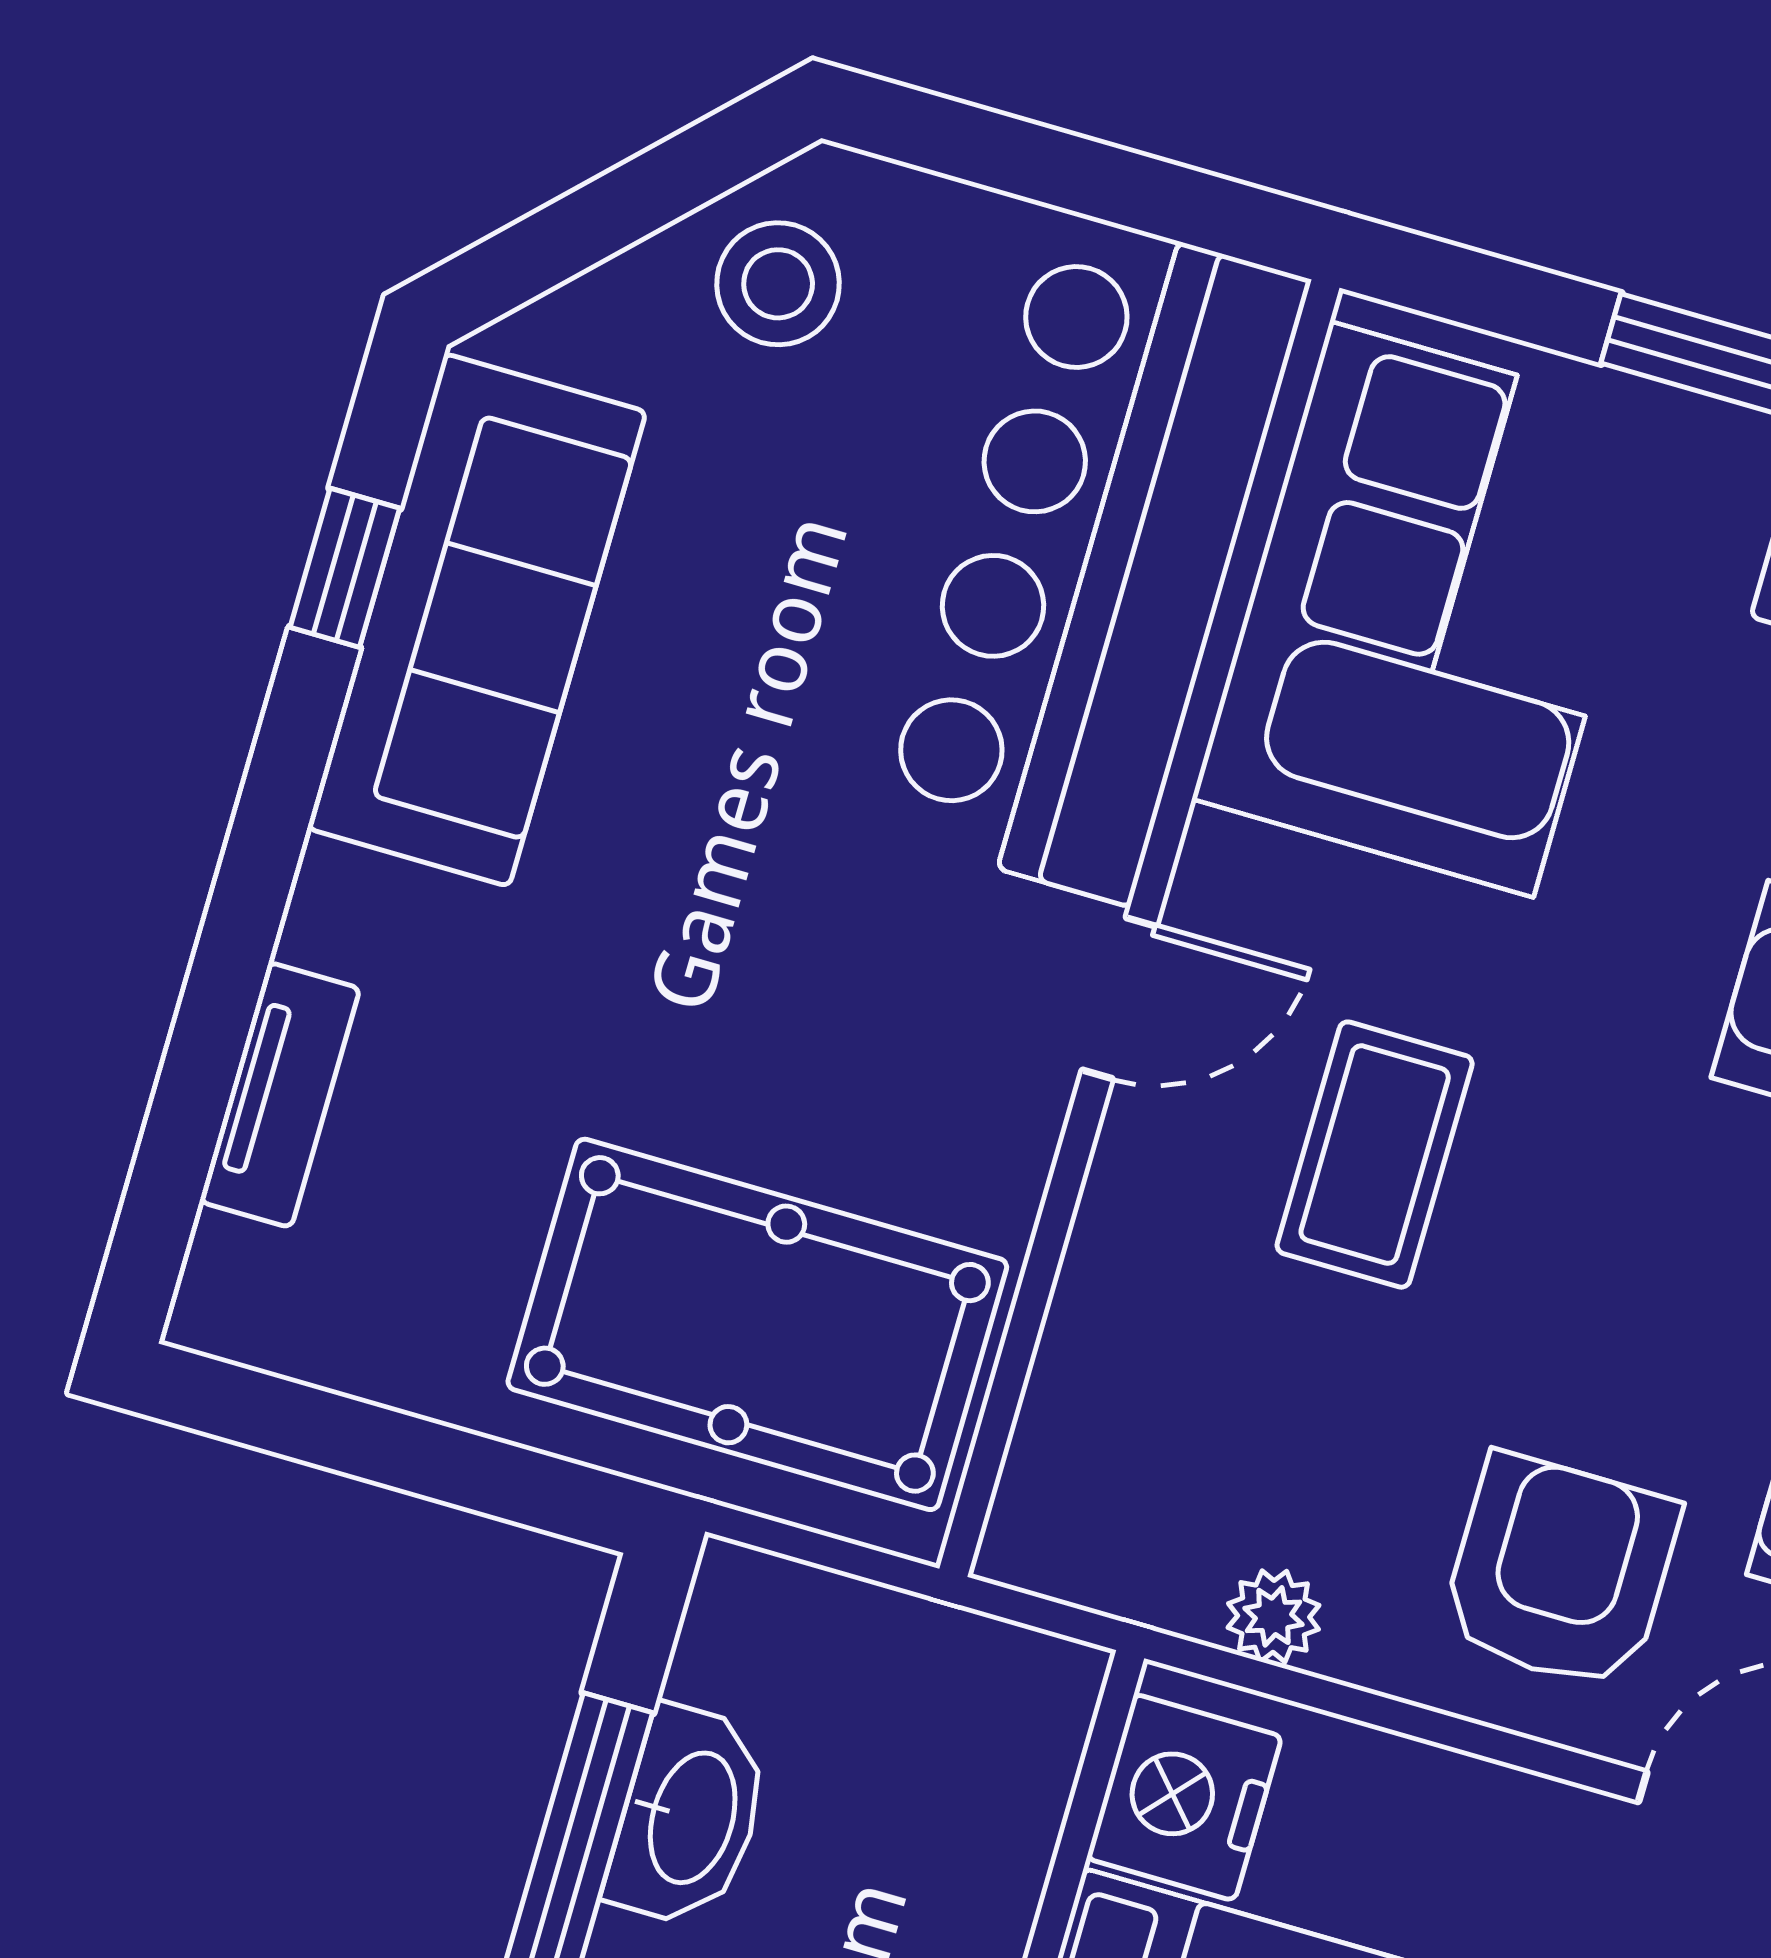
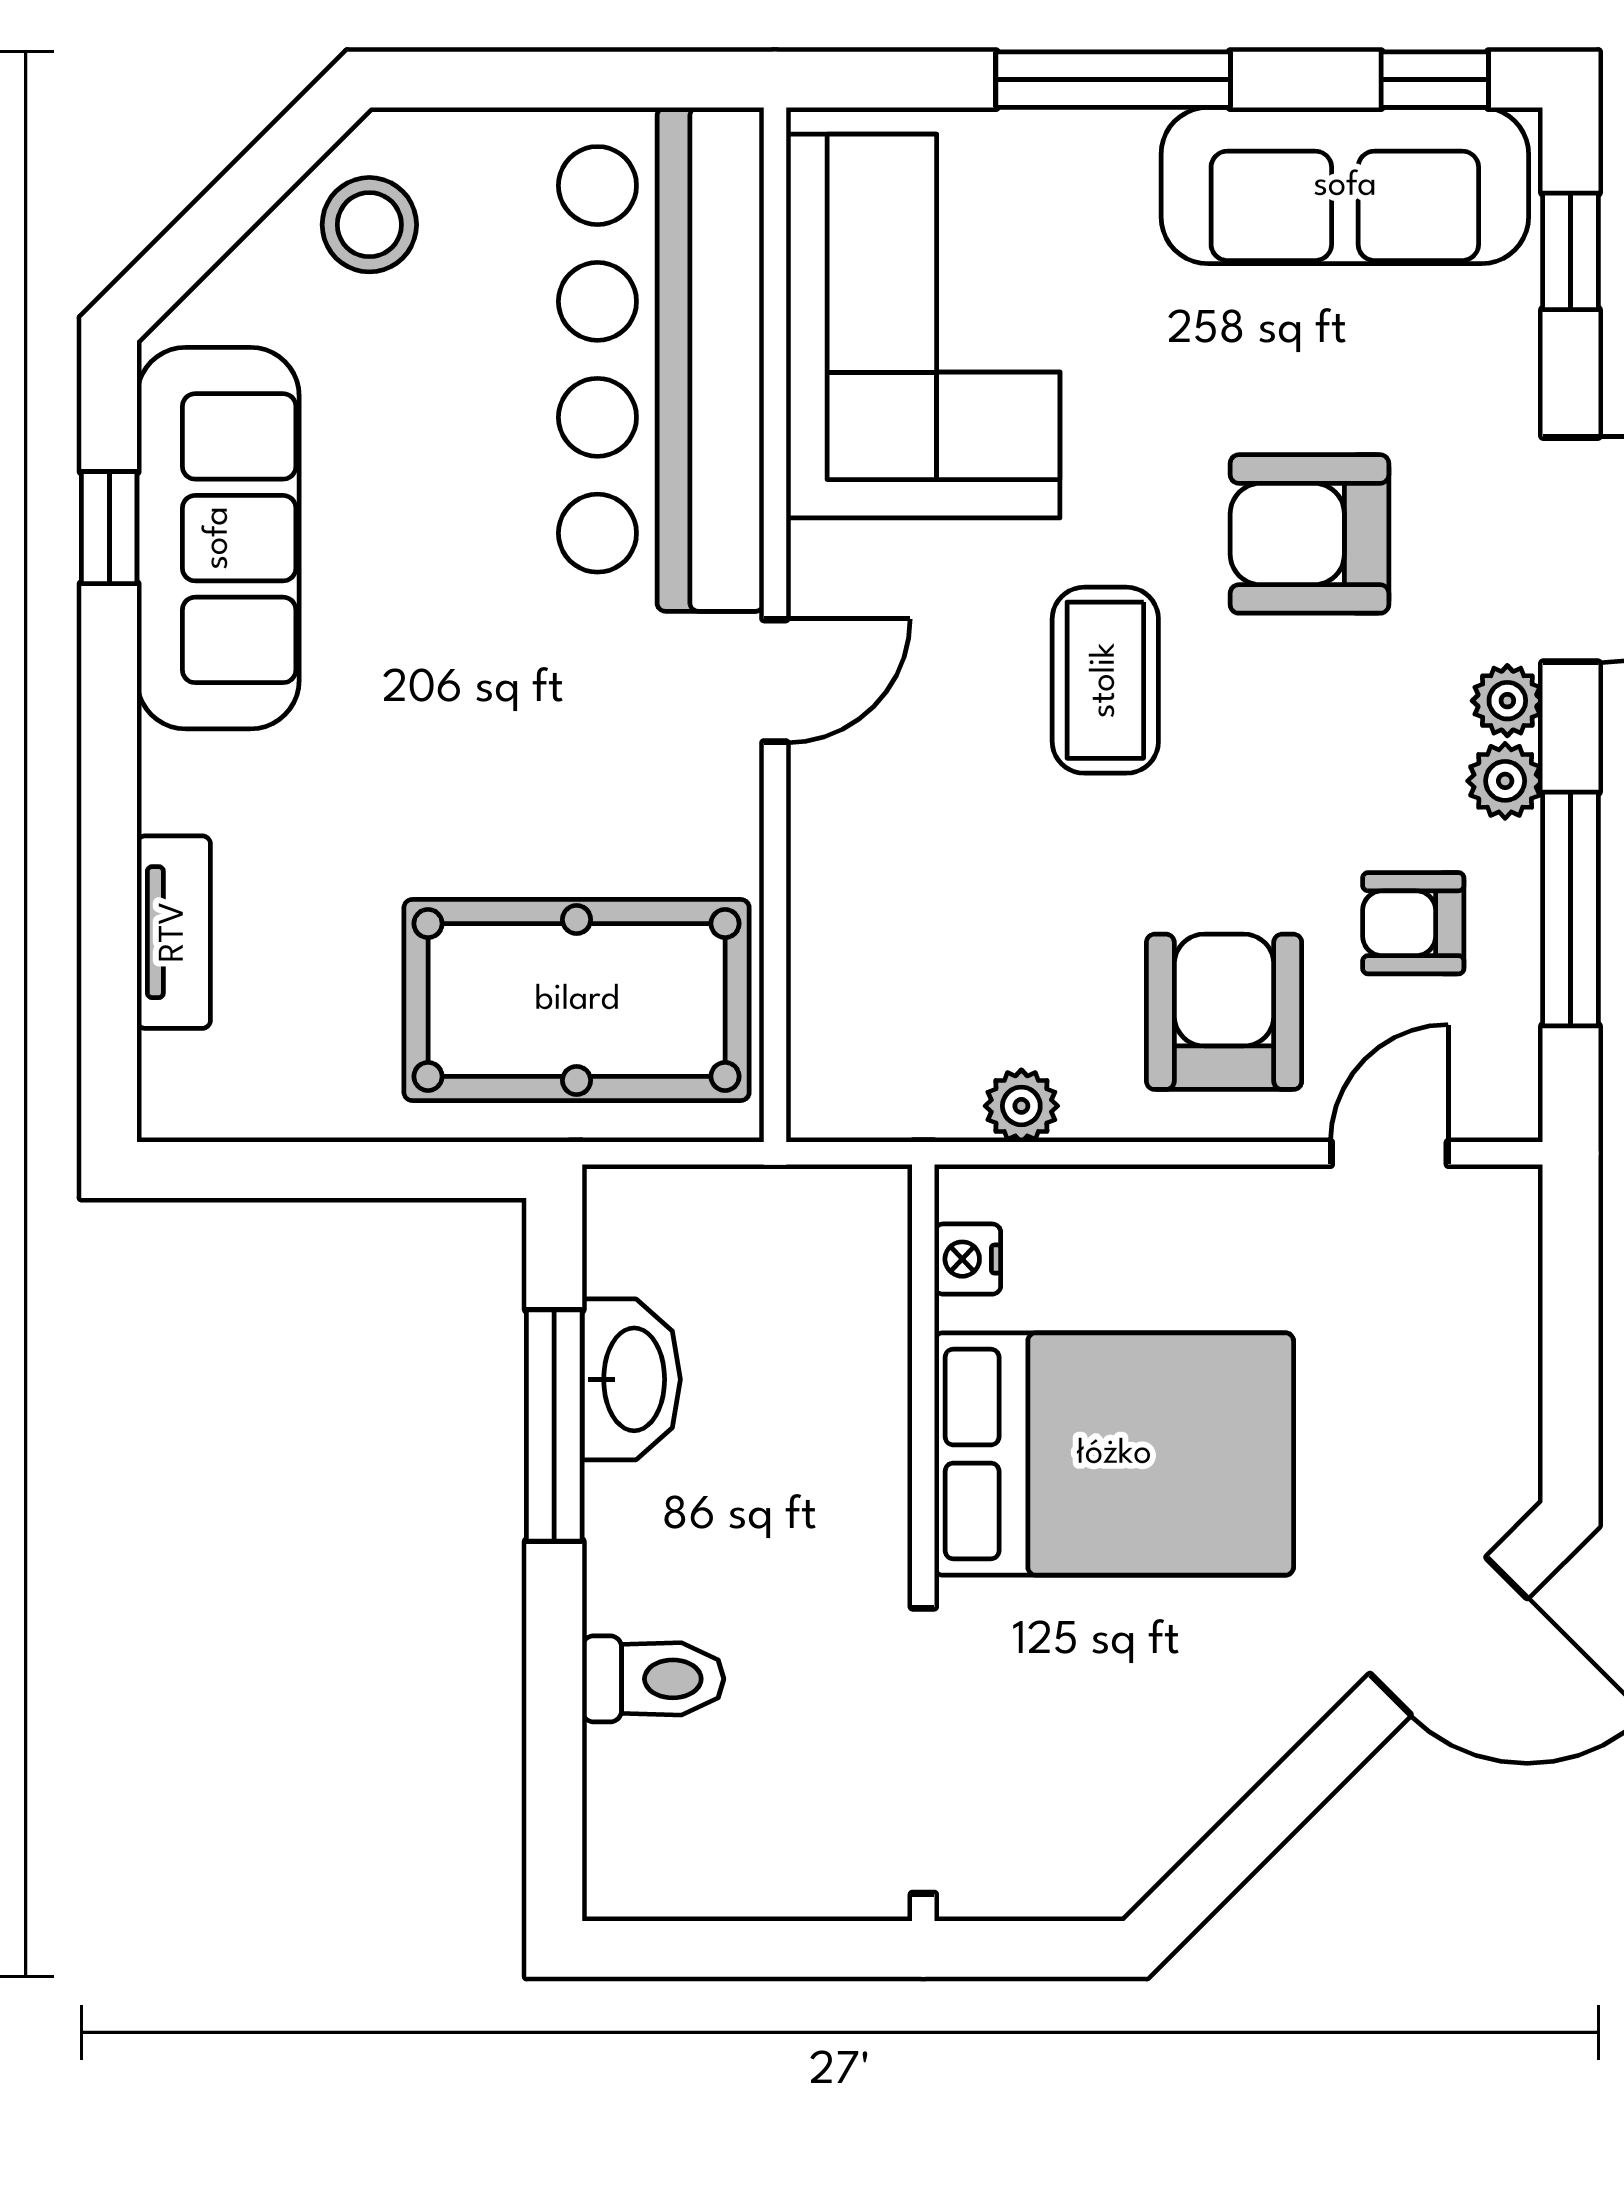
coffee table: (1375, 1155) -> (1105, 680), moved
nightstand: (1184, 1797) -> (968, 1259), width x0.53, depth x0.56

